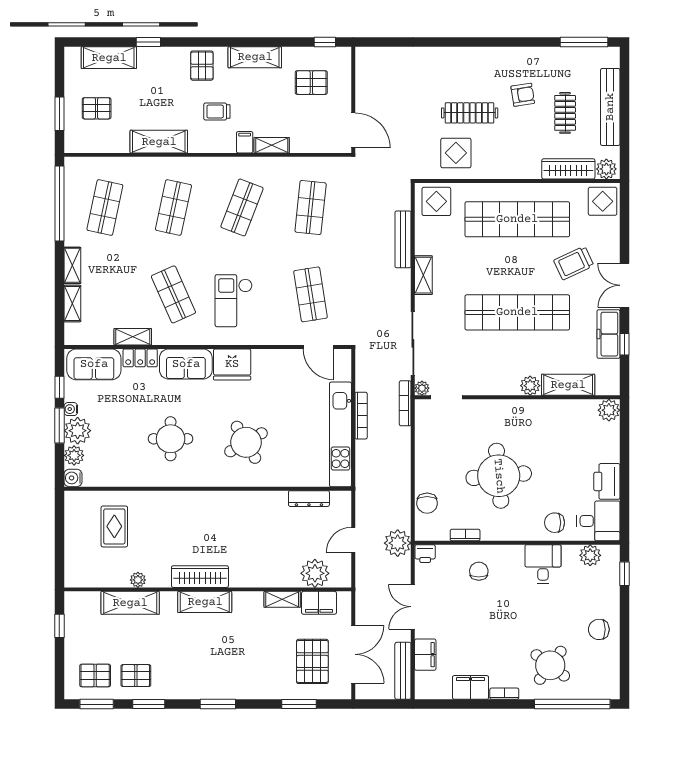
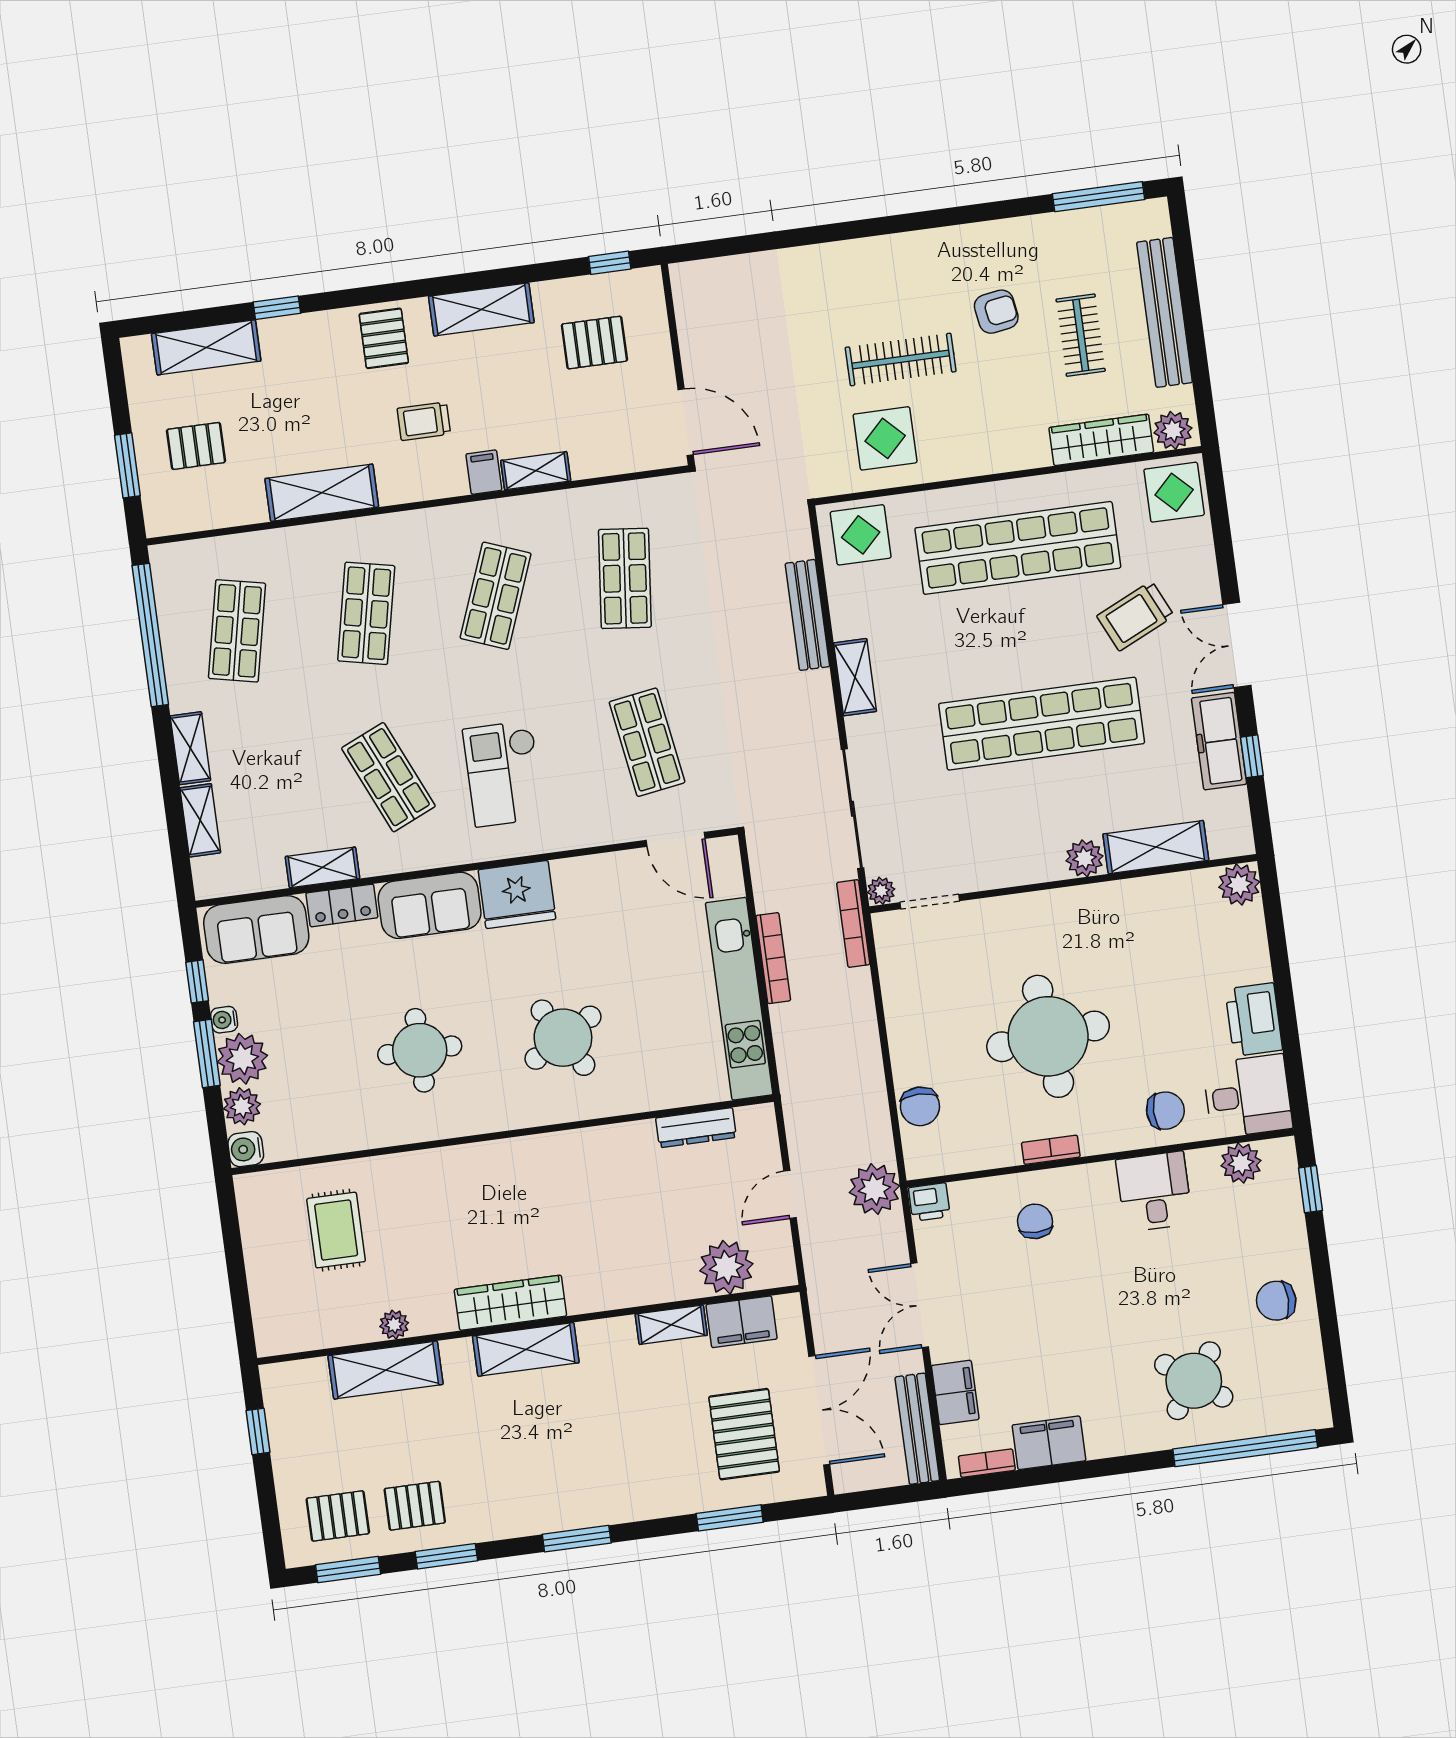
chair: (555, 523) -> (1165, 1111), turned 180
bookcase: (465, 535) -> (1051, 1150), moved
bookcase: (504, 694) -> (987, 1463), moved

